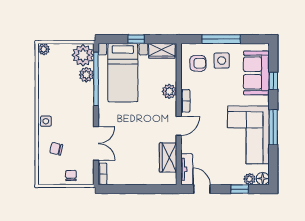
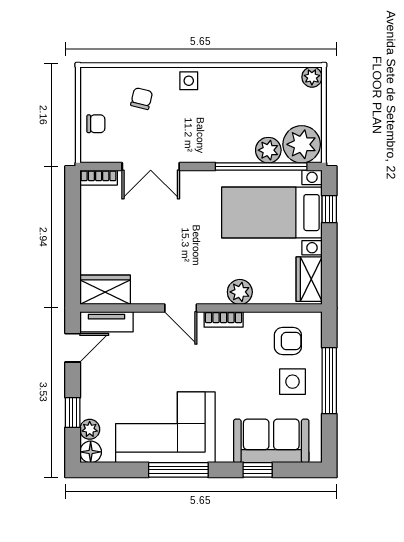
window: (136, 39) -> (329, 209), moved
armchair: (198, 63) -> (288, 341), turned -90
wardrobe: (168, 157) -> (105, 290), moved

